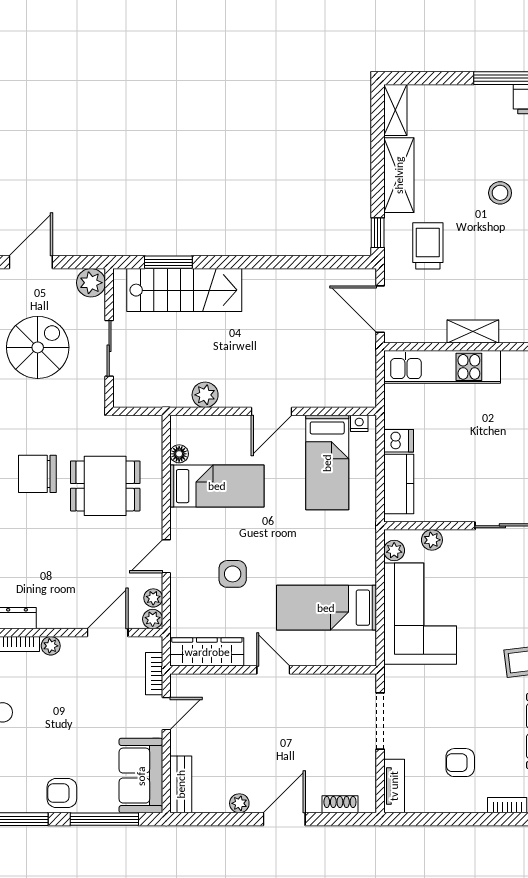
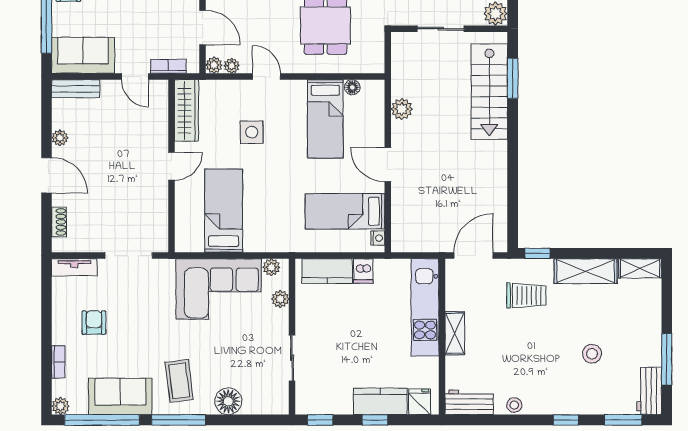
stool: (500, 193) -> (592, 354), moved

